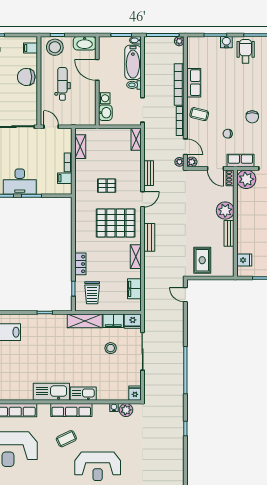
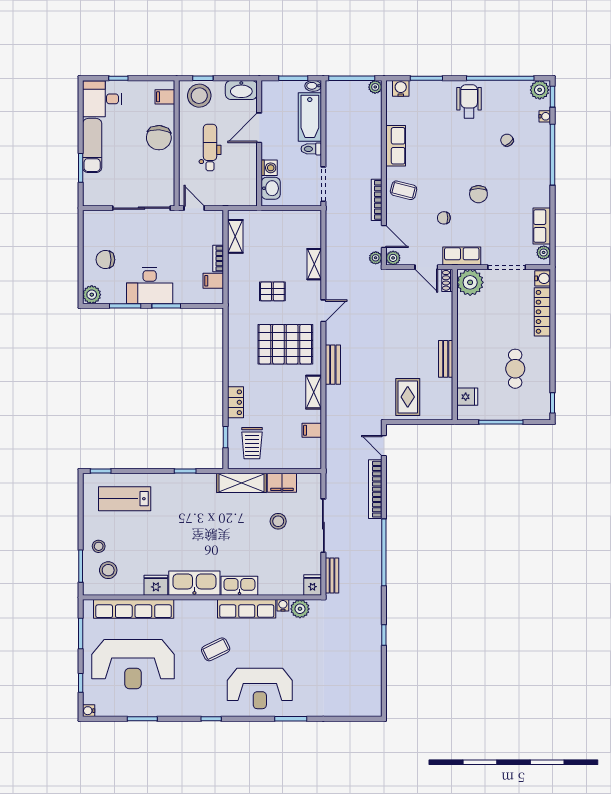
water cooler: (226, 42) -> (401, 88), moved
door: (97, 70) -> (259, 128), hinge flipped
chair: (26, 77) -> (159, 138), turned -86
bookcase: (179, 84) -> (375, 489), moved
shelving: (136, 139) -> (314, 264), moved
bench: (149, 173) -> (332, 576), moved
plant: (225, 211) -> (440, 327), removed
filing cabinet: (134, 289) -> (312, 430), width x0.50
fridge: (133, 321) -> (156, 585), moved, turned 180
row of seats: (71, 410) -> (247, 609), moved

